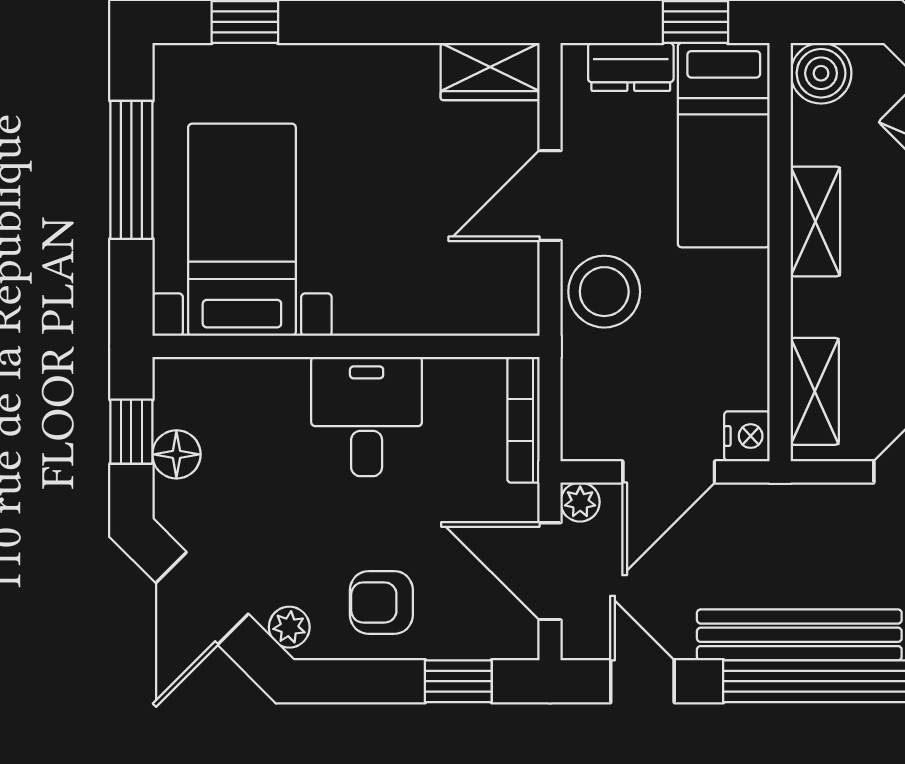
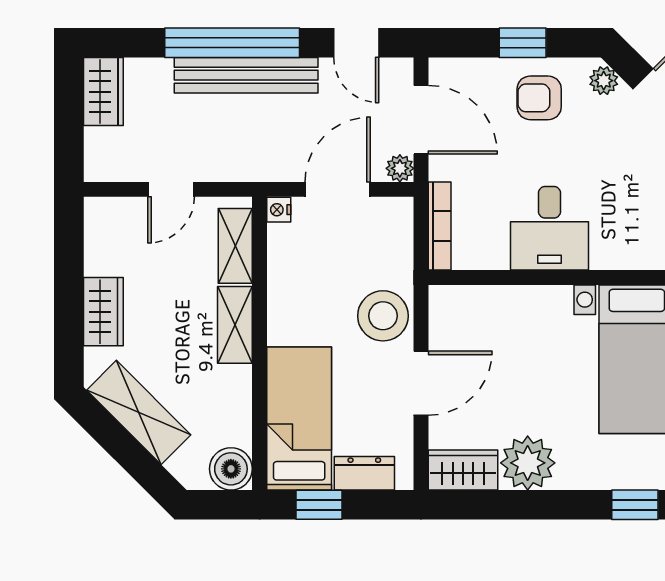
plant: (398, 82) -> (528, 463), added
shelving: (815, 221) -> (235, 325), moved
nightstand: (747, 436) -> (279, 210), width x0.72, depth x0.74
armchair: (381, 602) -> (539, 98), turned 180
window: (458, 681) -> (523, 43), moved

